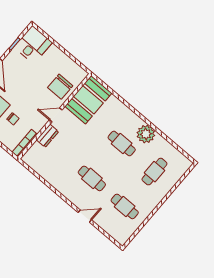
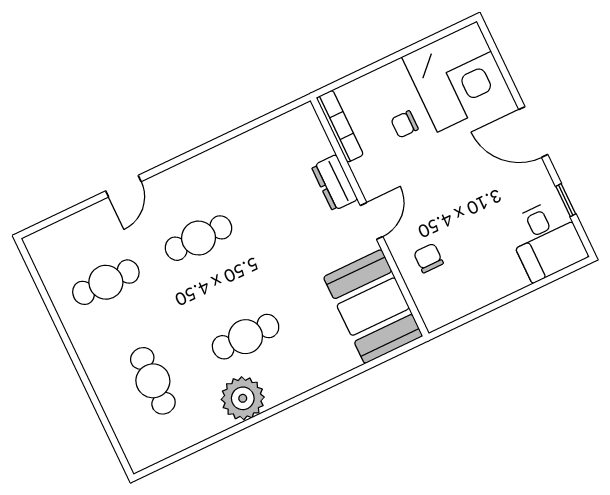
chair: (60, 87) -> (428, 258), width x0.54, depth x0.54

